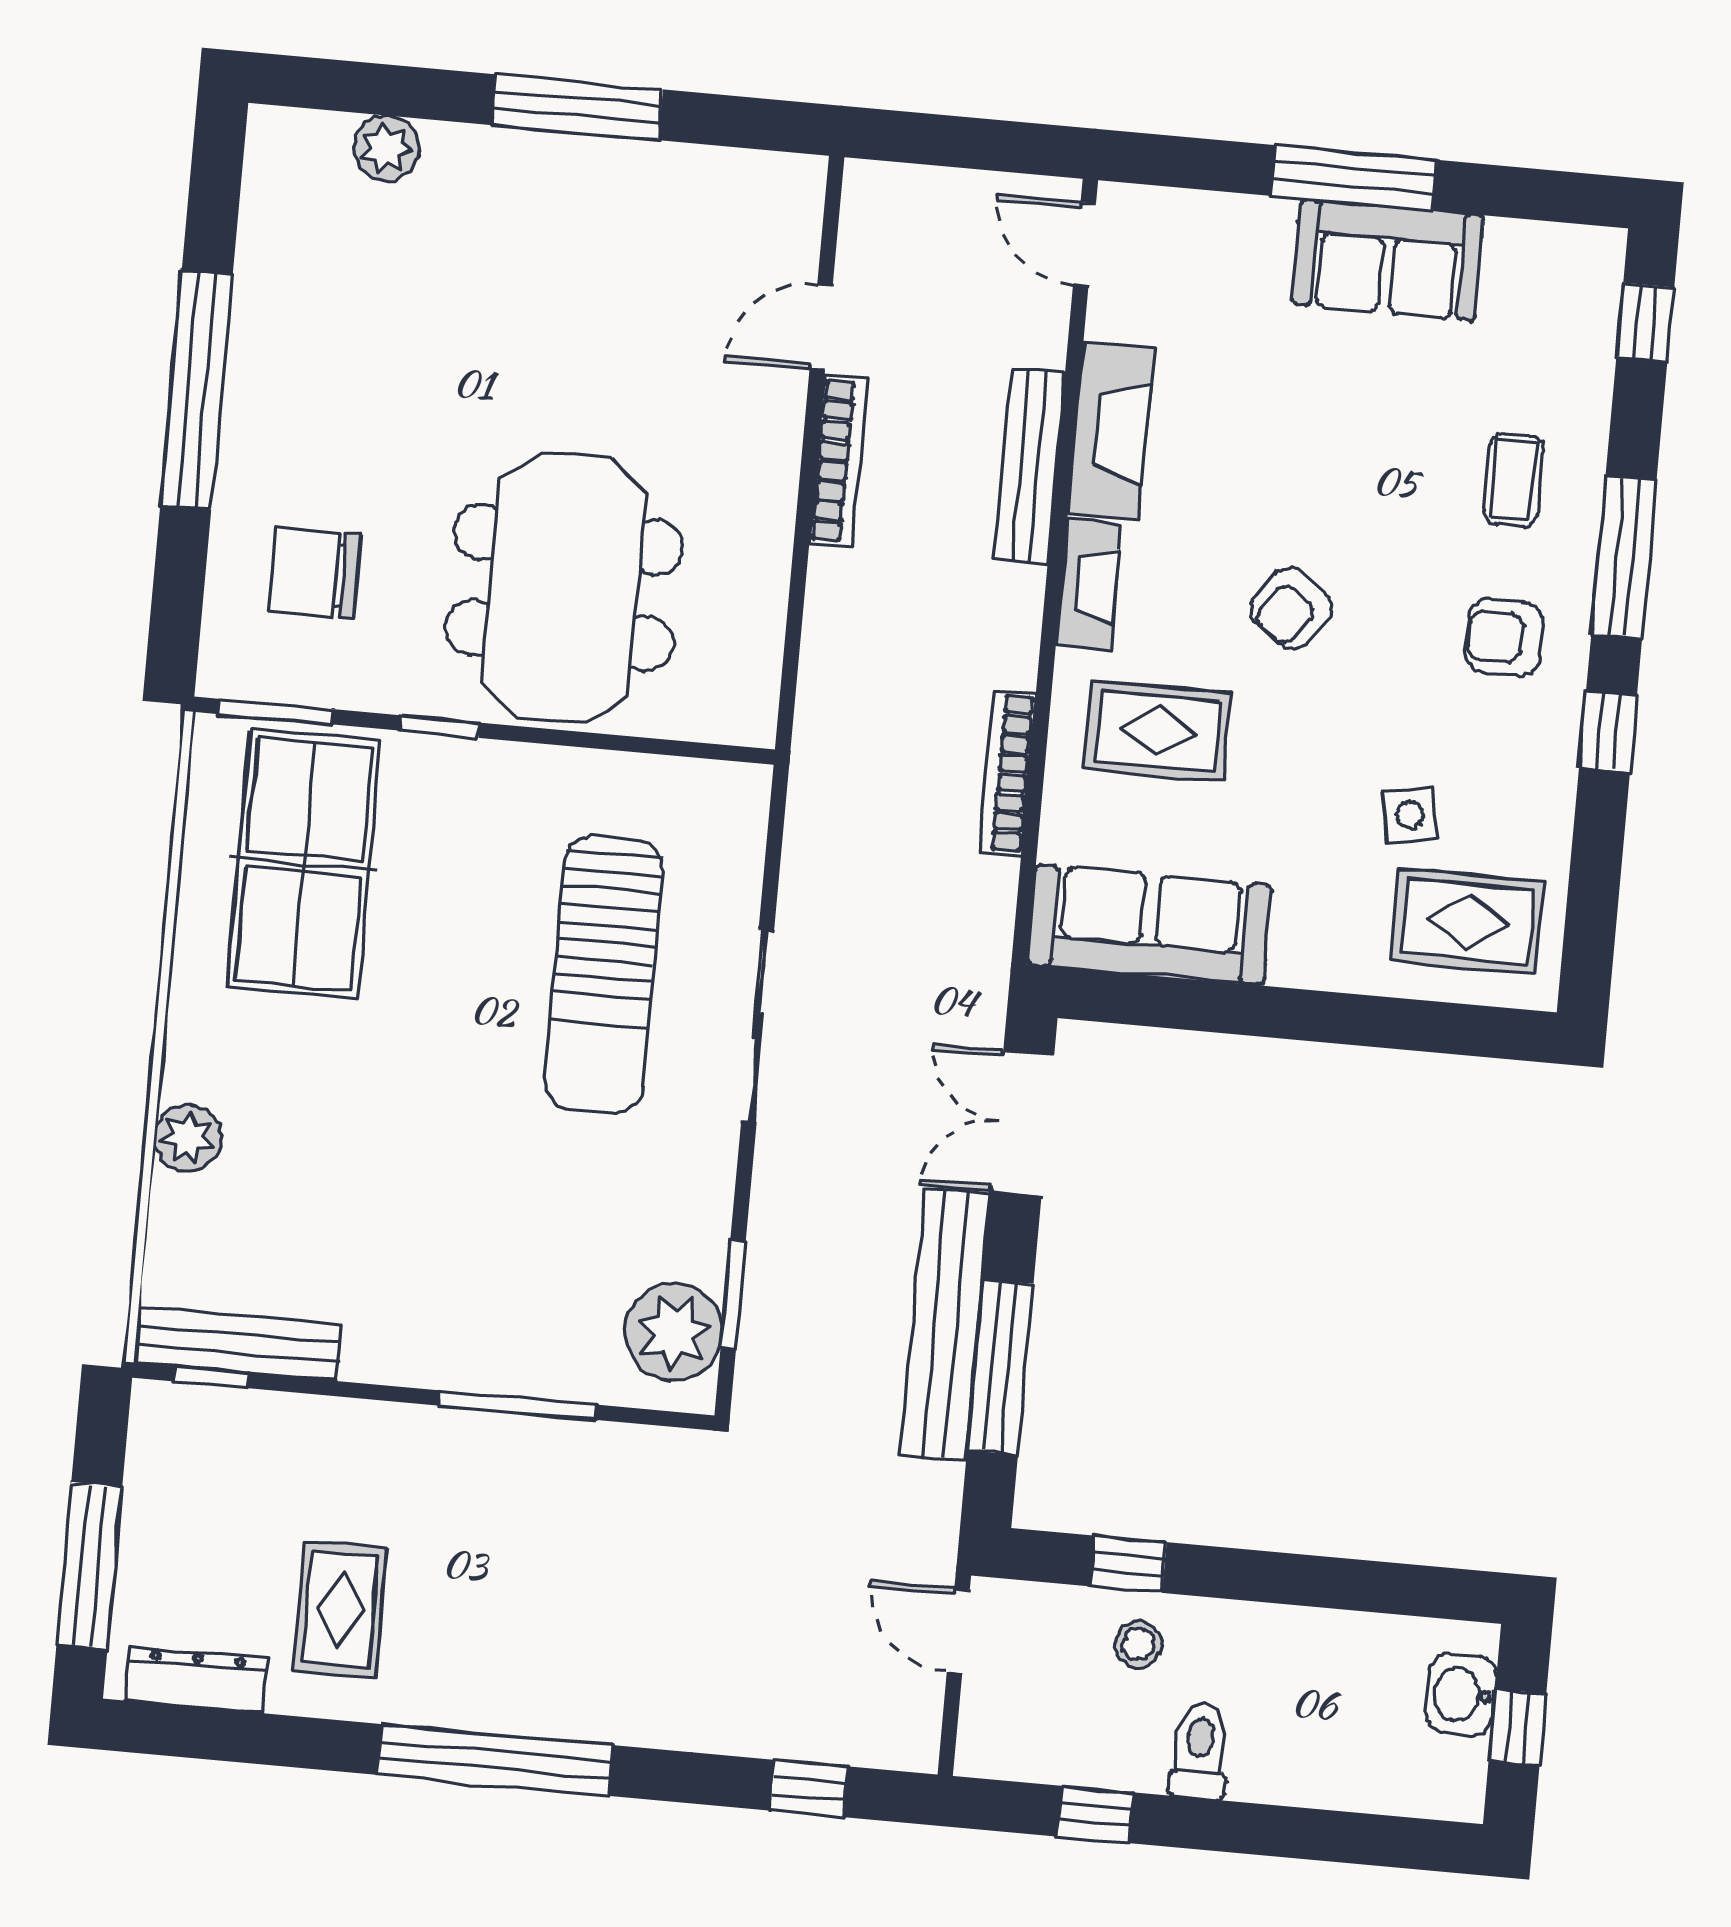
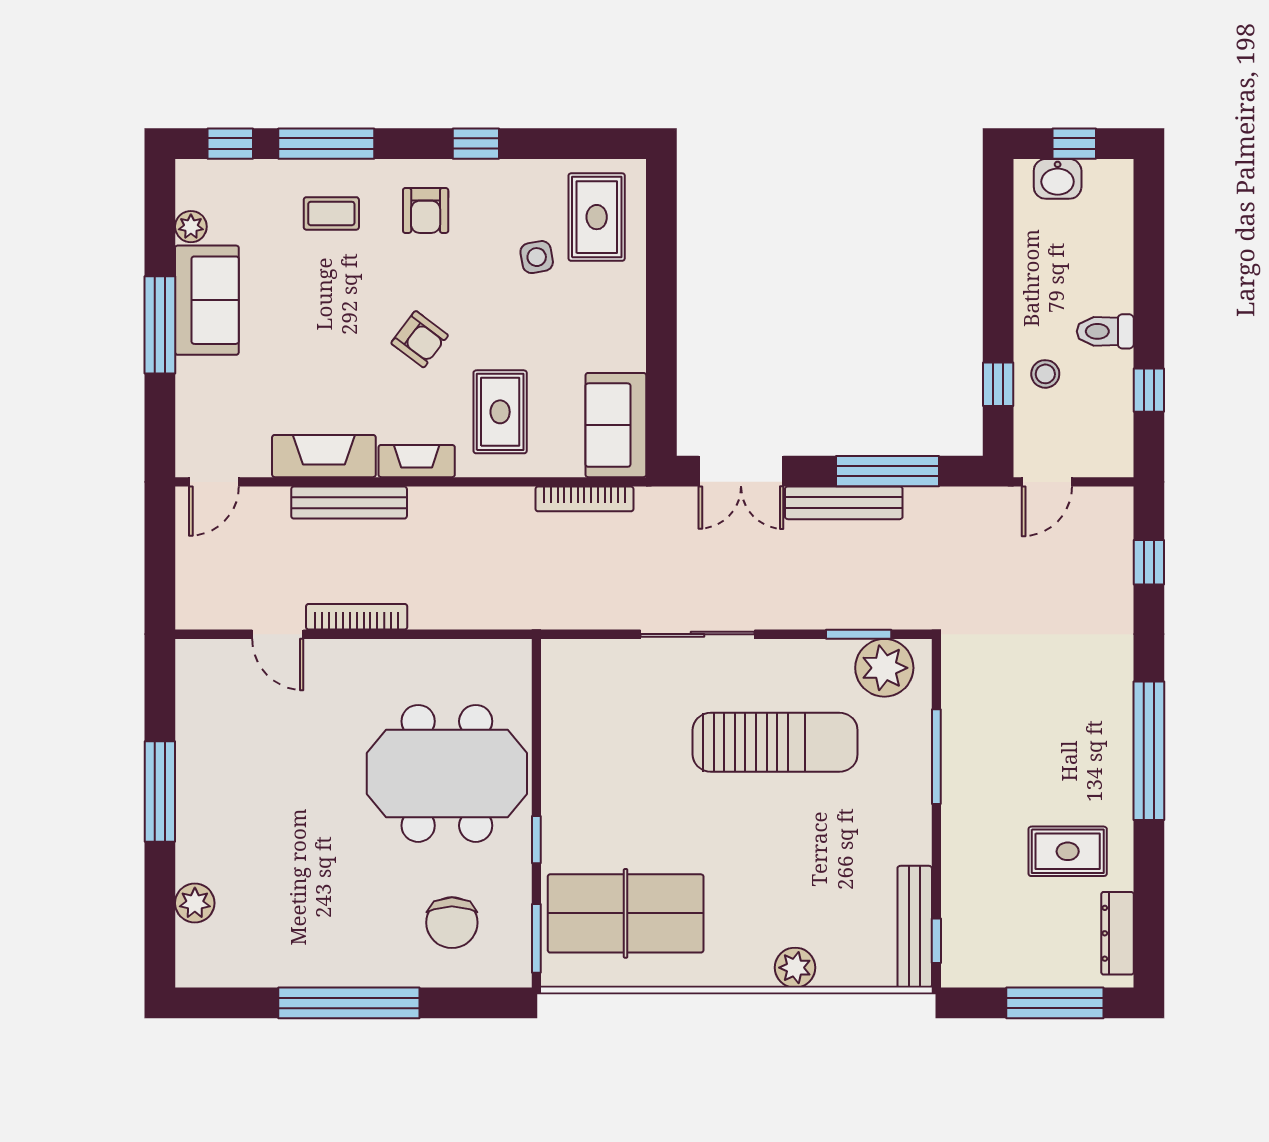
plant: (1513, 244) -> (191, 227), added
window: (1624, 558) -> (326, 144), moved
bookcase: (1008, 773) -> (584, 499), moved
sofa: (1150, 925) -> (616, 425), width x0.73
sun lounger: (604, 974) -> (775, 742), moved
bench: (945, 1325) -> (844, 503), width x0.73, depth x0.82

